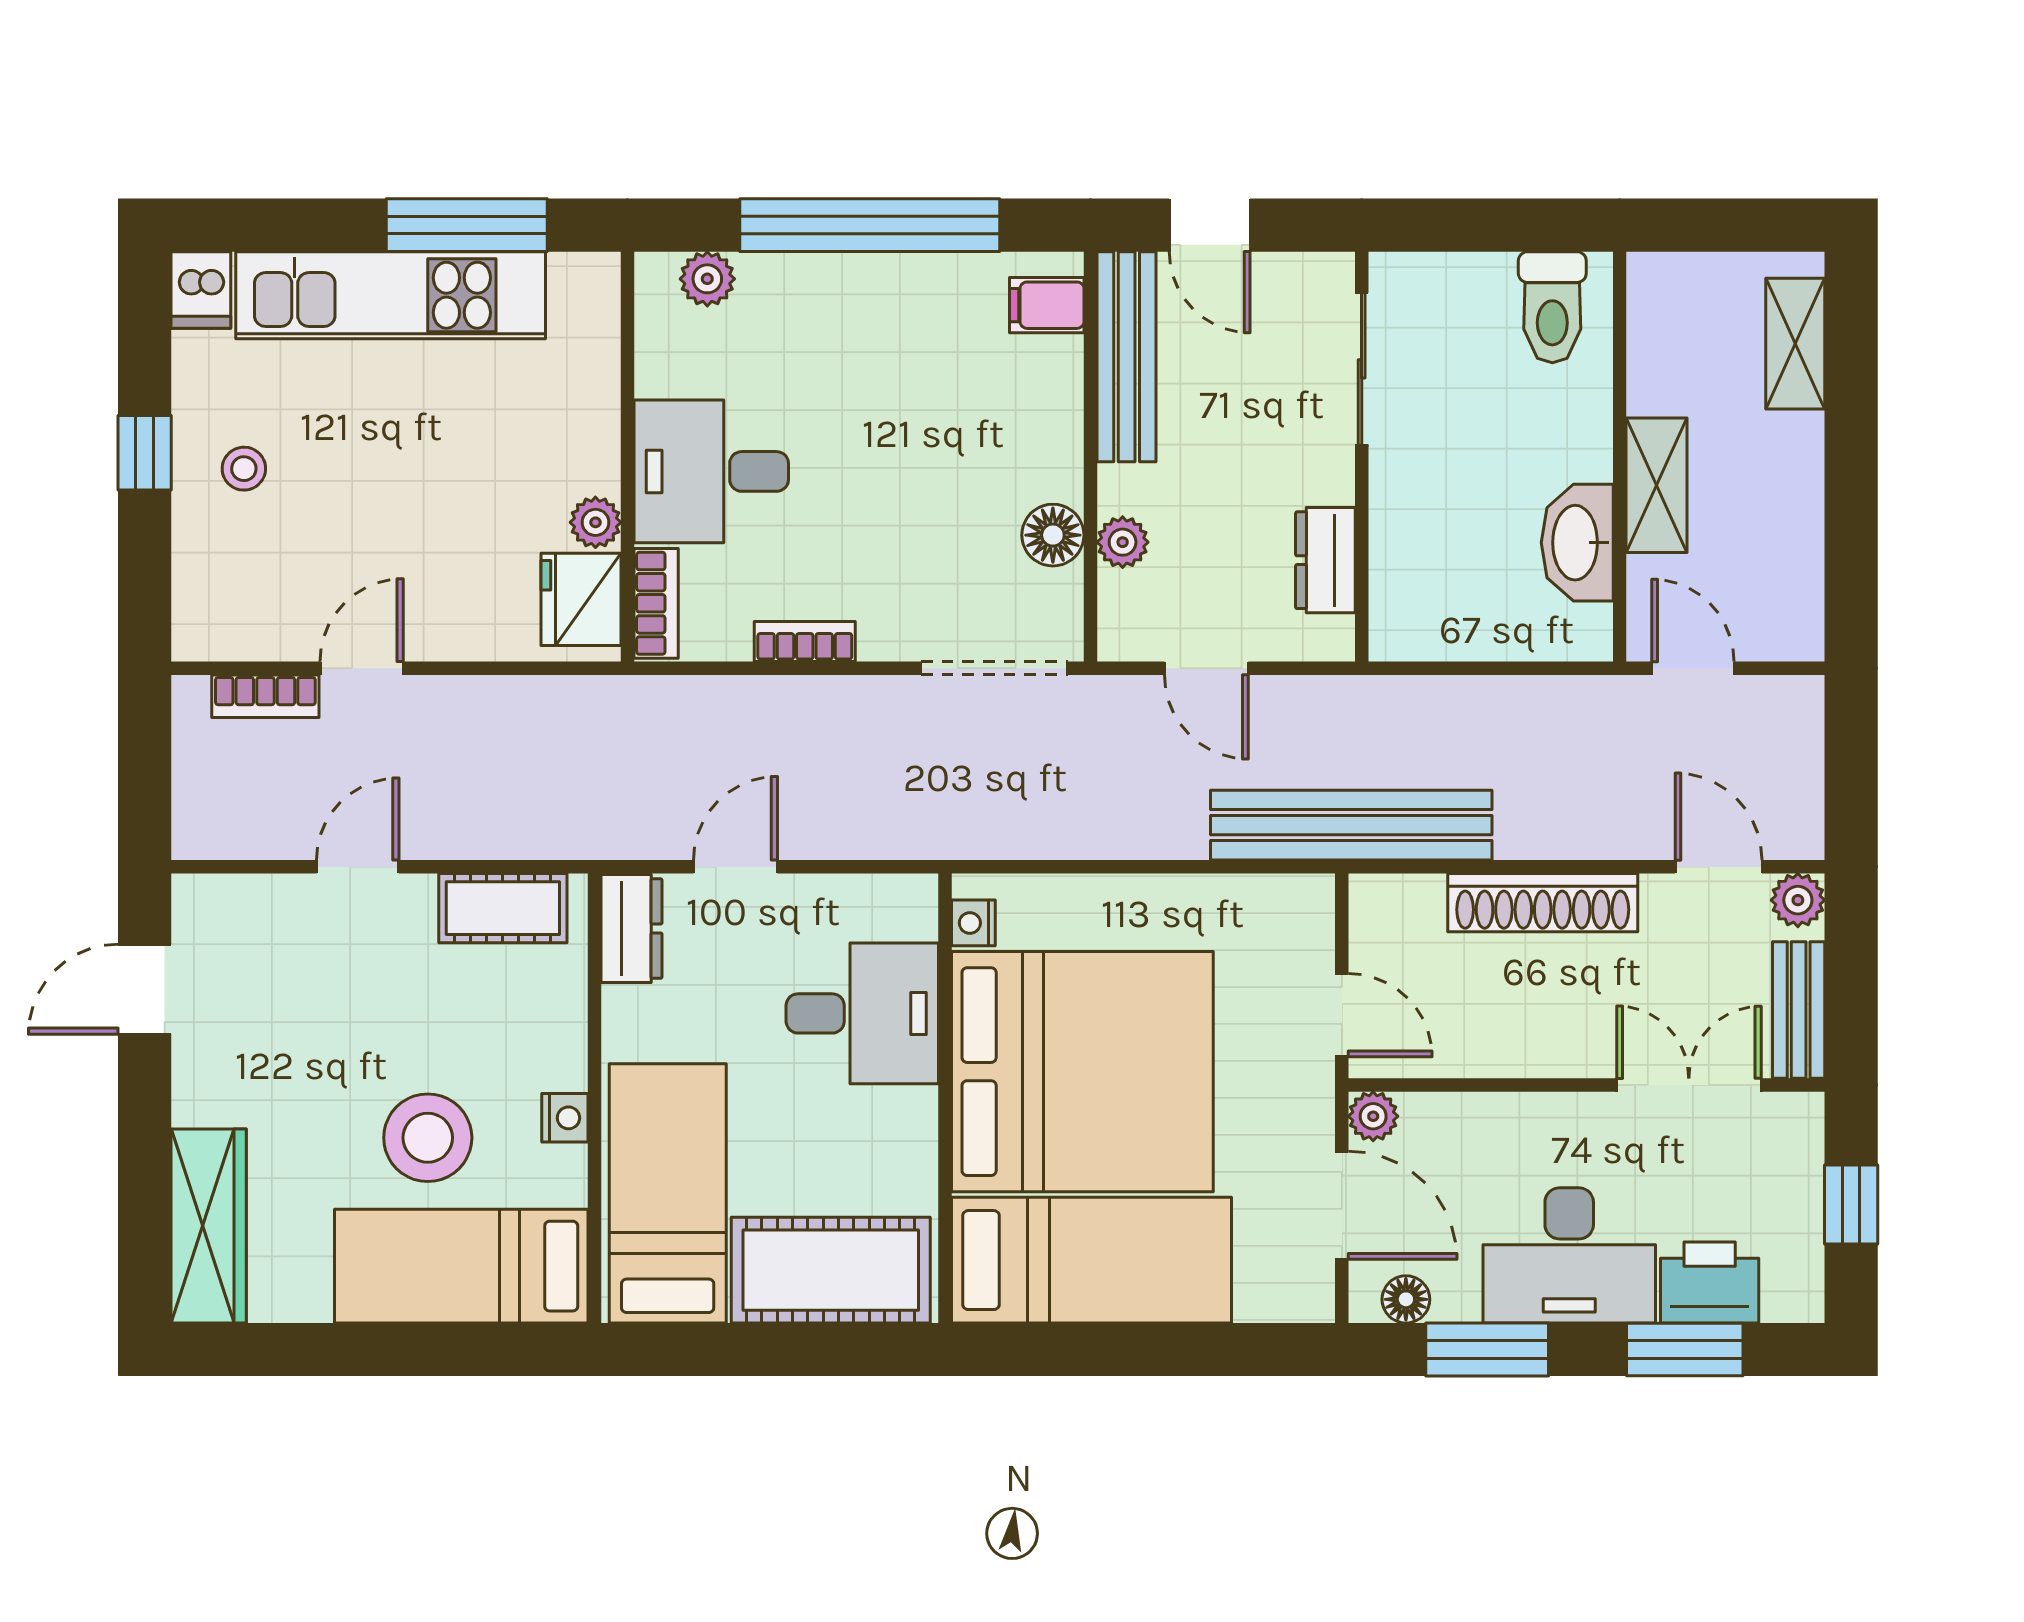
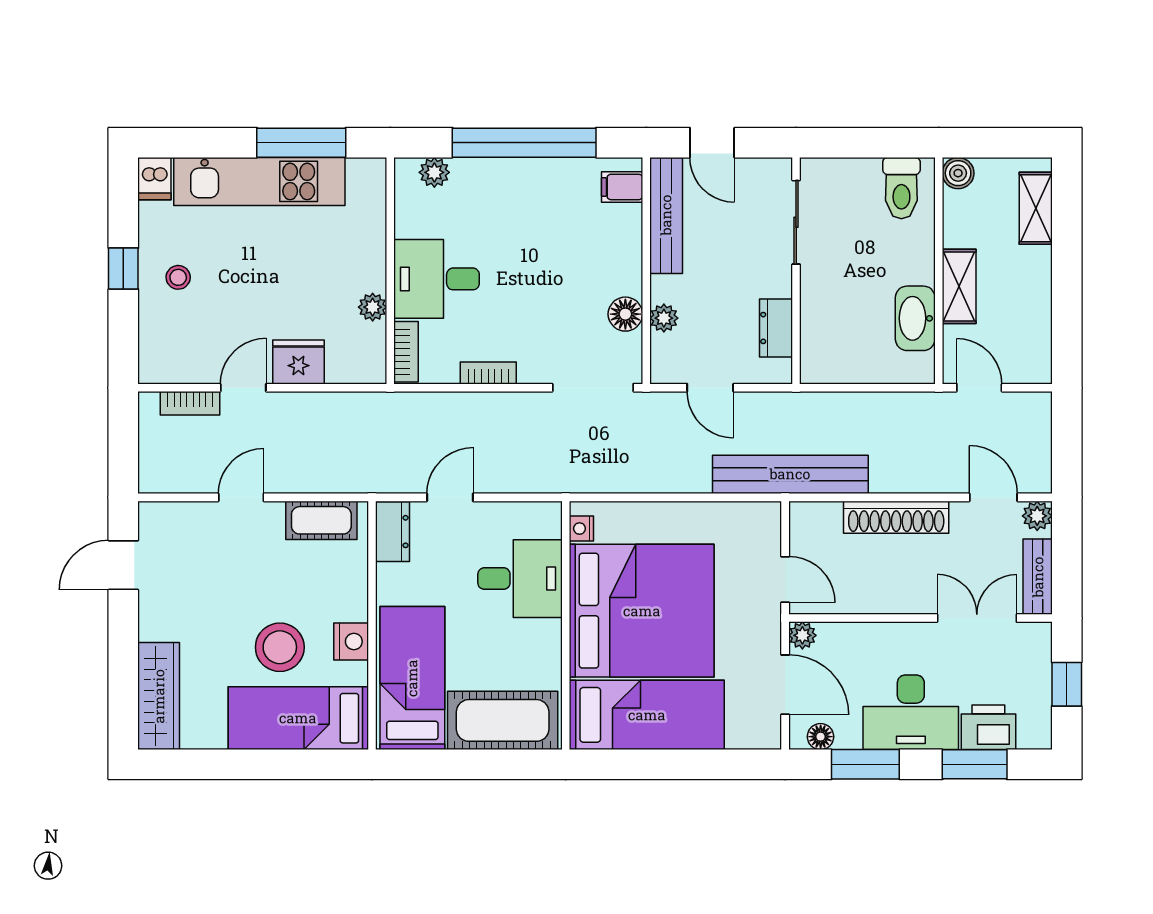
boiler: (1655, 280) -> (958, 173), added
fridge: (581, 599) -> (298, 362), moved, turned 90
nightstand: (565, 1118) -> (351, 641), width x1.39, depth x1.35

